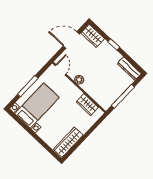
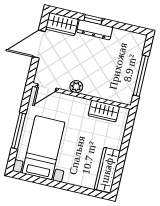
dresser: (129, 69) -> (95, 30), moved
door: (60, 70) -> (47, 88), swing flipped

